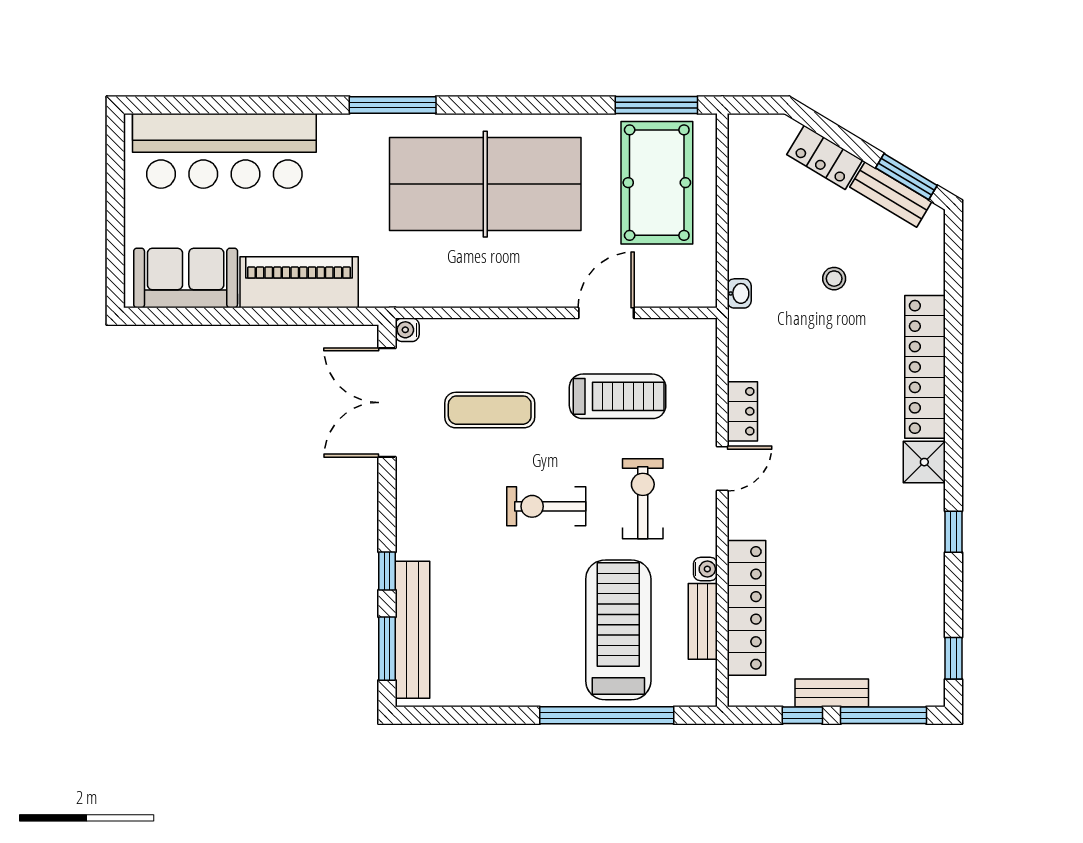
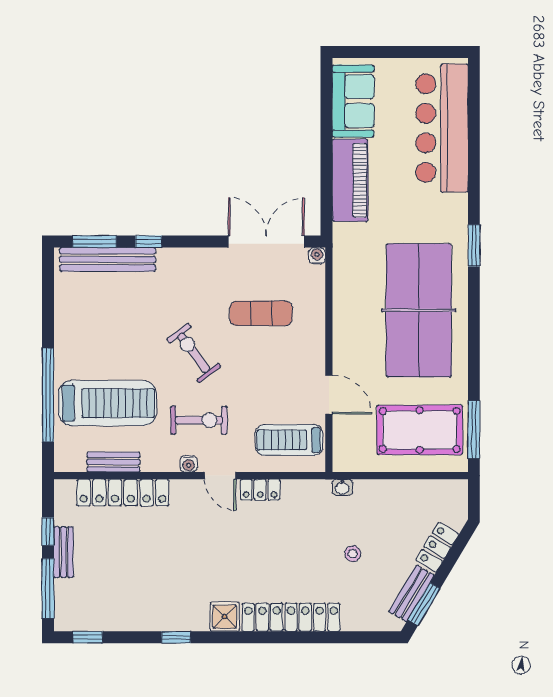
window: (393, 105) -> (474, 246), width x0.69
treadmill: (618, 396) -> (289, 440), moved, turned 90
exercise mat: (490, 410) -> (261, 313), turned 90
exercise bike: (546, 506) -> (194, 353), turned -37
water cooler: (705, 569) -> (189, 464), moved

